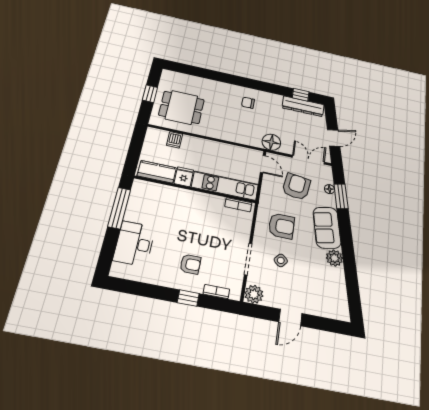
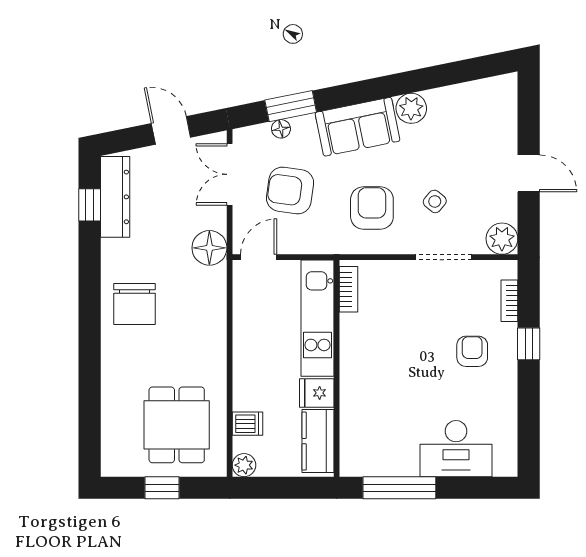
chair: (248, 103) -> (134, 304), width x1.87, depth x1.87
plant: (152, 133) -> (244, 465), added

